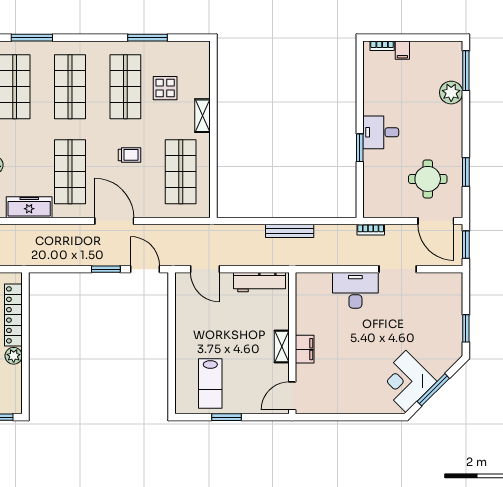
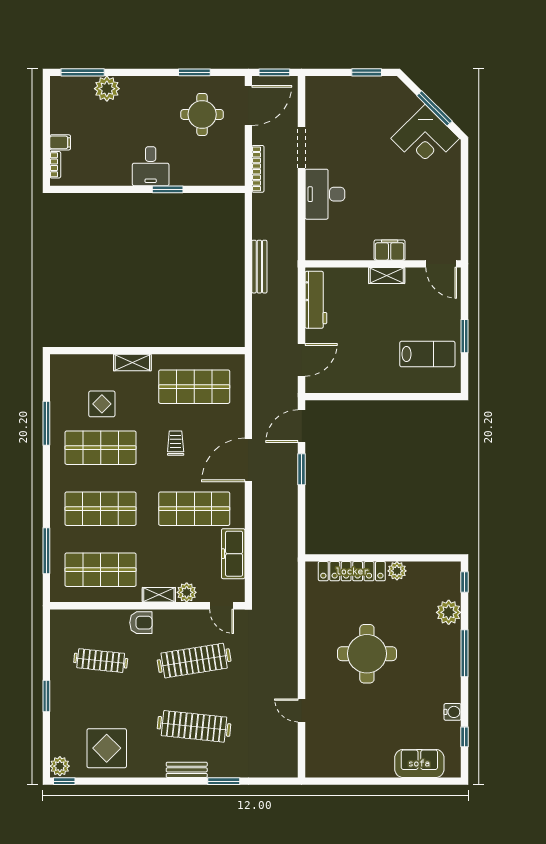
bookcase: (371, 230) -> (258, 169), width x1.56

